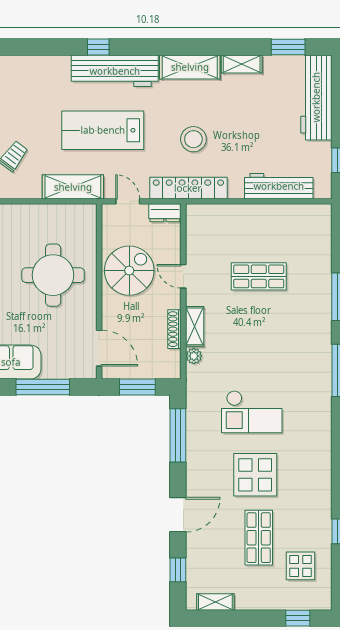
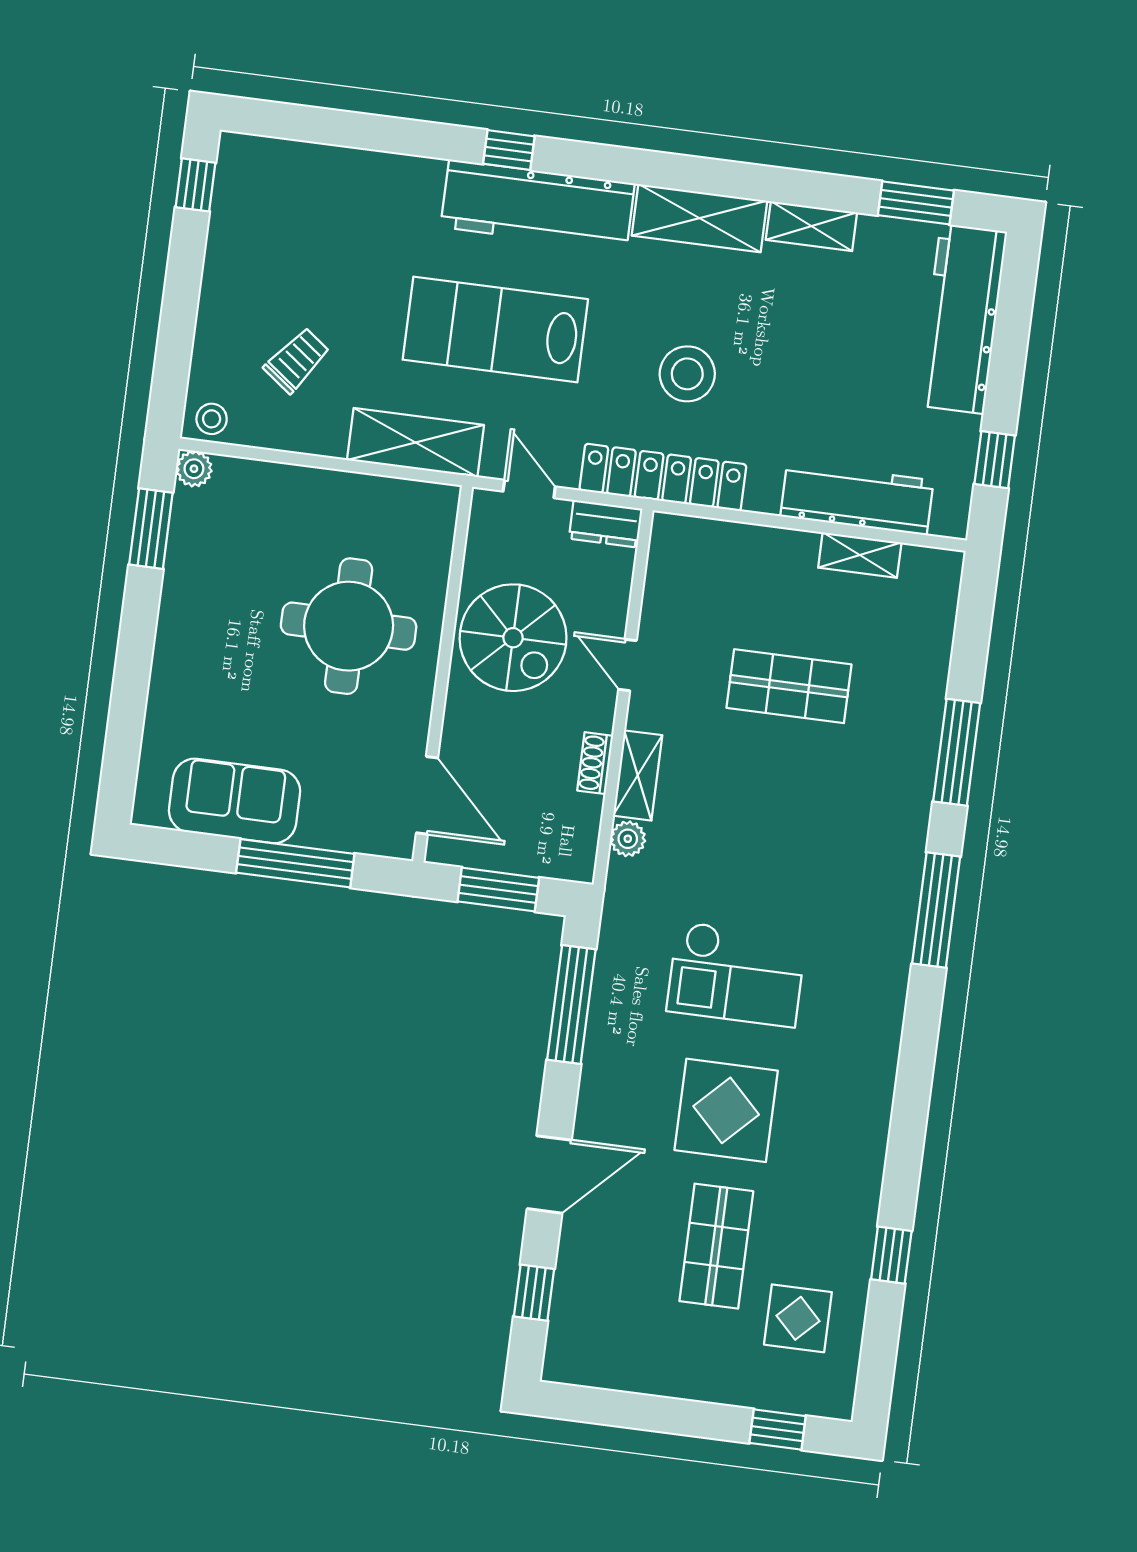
spiral stairs: (129, 271) -> (513, 638), turned 90
shoe rack: (174, 329) -> (595, 763), width x0.70
shelving: (215, 602) -> (860, 555), moved

